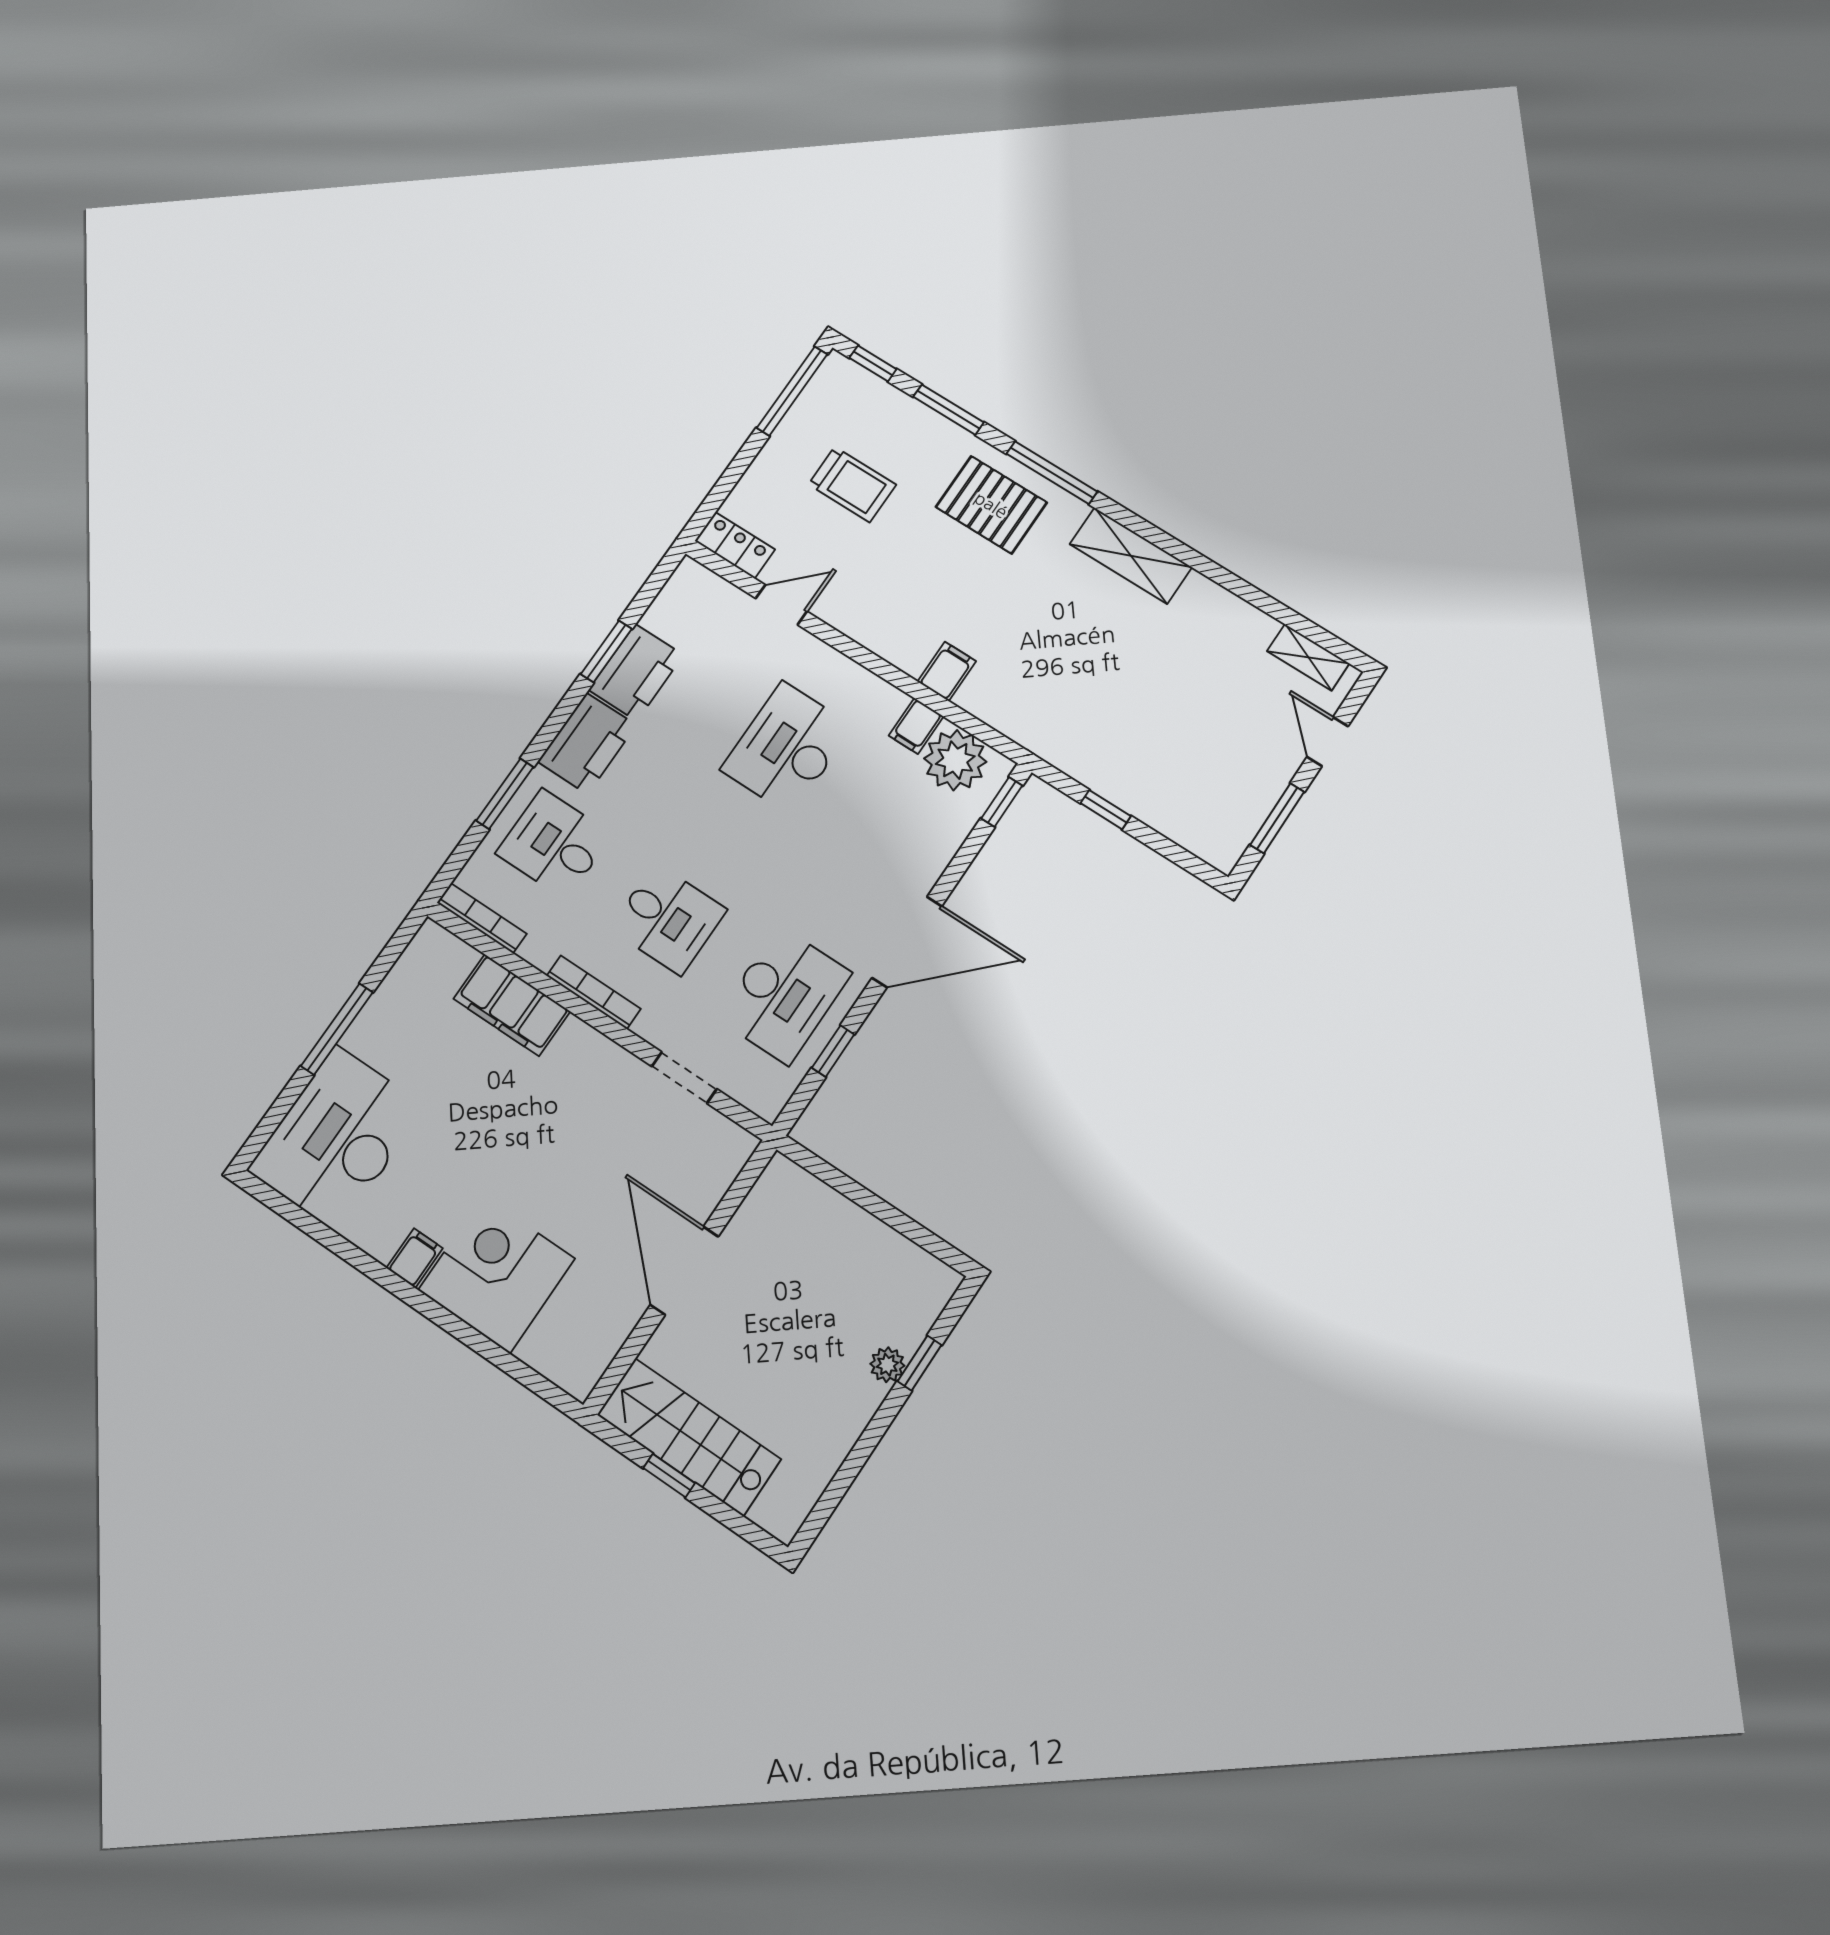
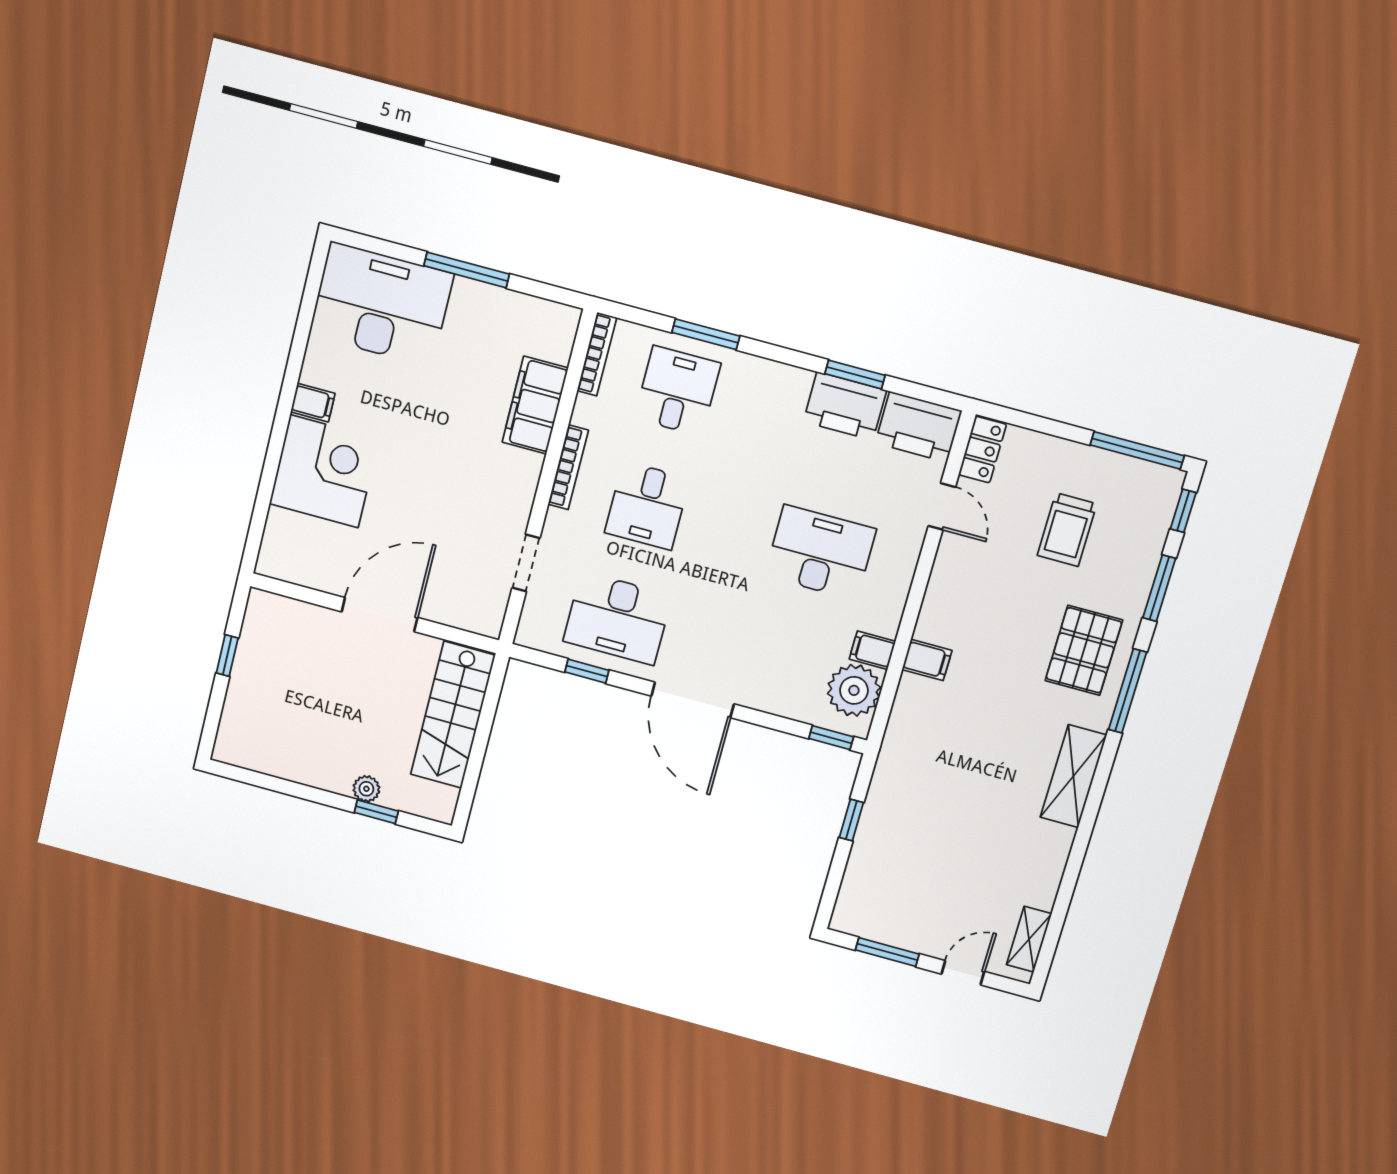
printer: (587, 743) -> (918, 427), moved
stairs: (689, 1437) -> (453, 715), moved, turned 180

